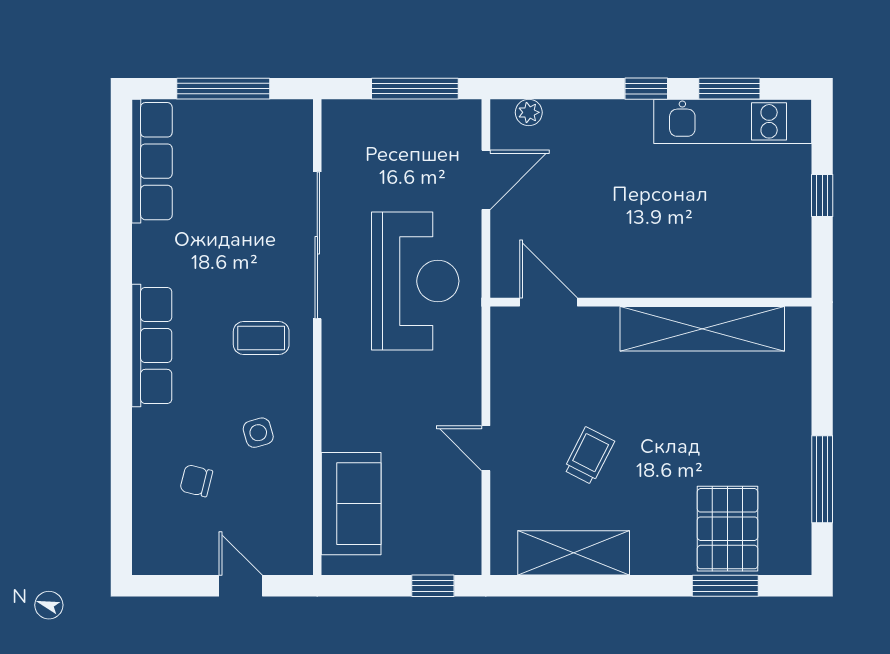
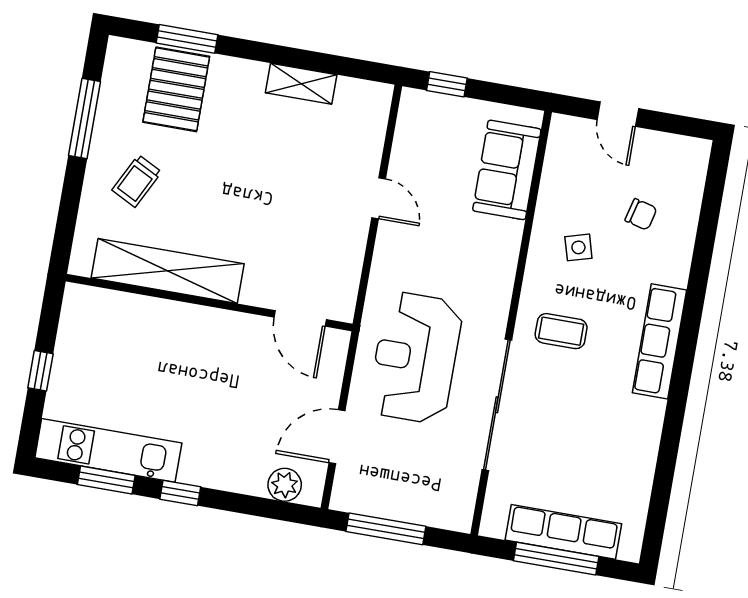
plant: (529, 112) -> (285, 485), width x1.38, depth x1.38
row of seats: (152, 161) -> (563, 532), moved, turned 90
trolley: (589, 456) -> (137, 181), moved
shelving: (574, 553) -> (301, 84), width x0.67, depth x0.75

